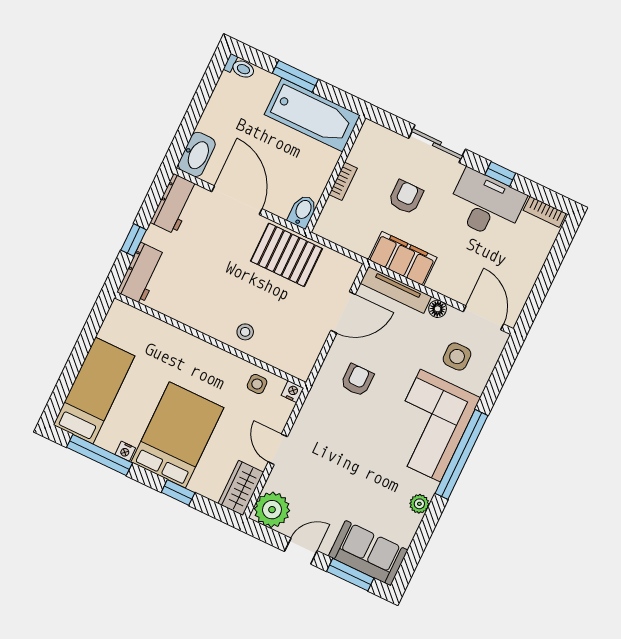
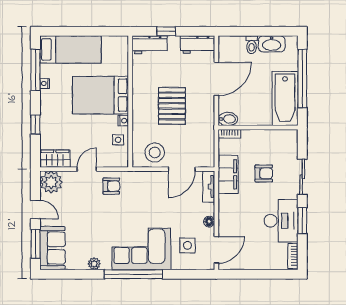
toilet: (240, 67) -> (252, 45), moved
window: (295, 76) -> (302, 79), width x2.11
washbasin: (197, 154) -> (272, 44), moved
window: (500, 174) -> (302, 221), width x1.50
bookcase: (343, 181) -> (229, 134), moved
pallet: (286, 255) -> (172, 106), moved
filing cabinet: (403, 259) -> (228, 174), moved
tv unit: (396, 290) -> (209, 186), width x0.71
door: (343, 312) -> (182, 169), hinge flipped
stool: (245, 332) -> (155, 152), moved, width x1.89, depth x1.89
armchair: (357, 380) -> (111, 186), moved
nightstand: (293, 392) -> (123, 121), moved
bed: (177, 435) -> (101, 95), moved, turned 180

